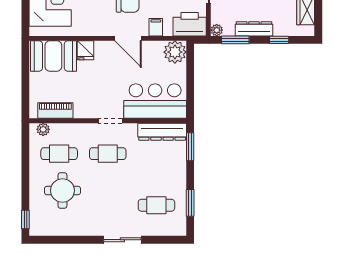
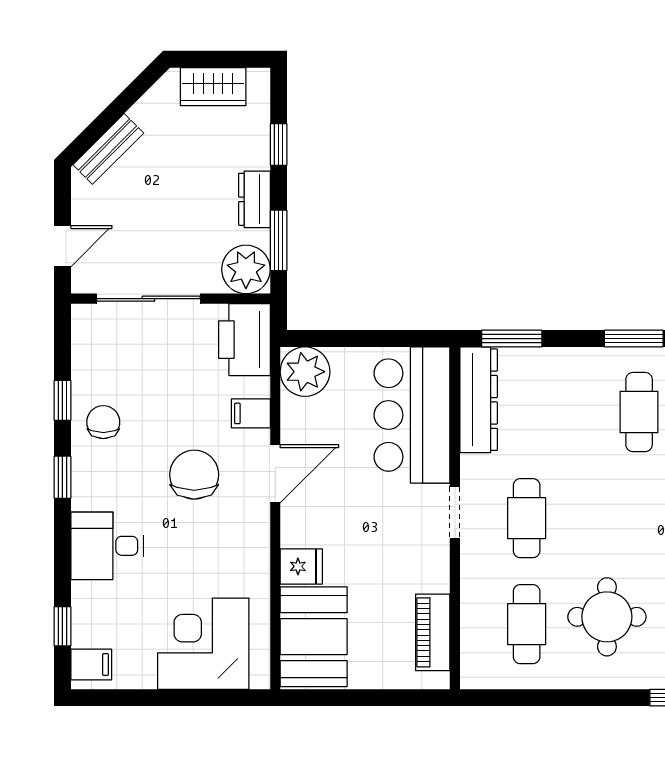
dresser: (254, 29) -> (254, 199), width x0.70
plant: (217, 30) -> (246, 269), width x1.88, depth x1.88
plant: (43, 129) -> (474, 659), removed

